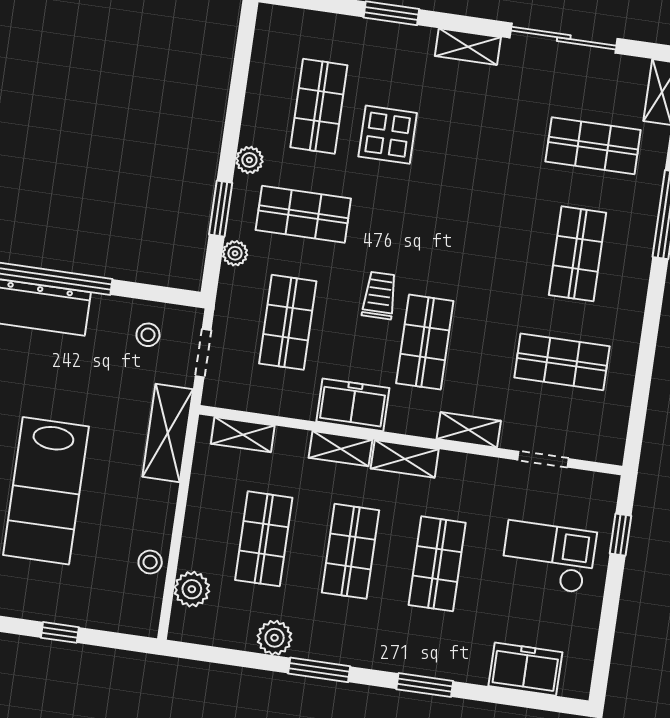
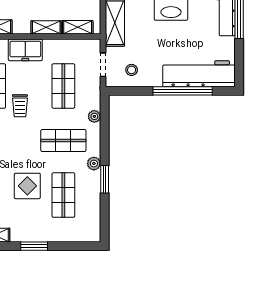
window: (221, 209) -> (105, 179), moved
shelving: (341, 449) -> (46, 27), moved

